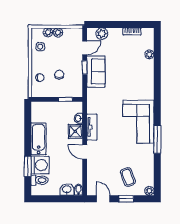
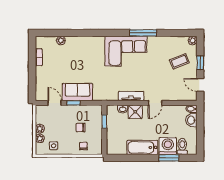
plant: (102, 34) -> (41, 86), removed
door: (103, 199) -> (200, 85), hinge flipped

